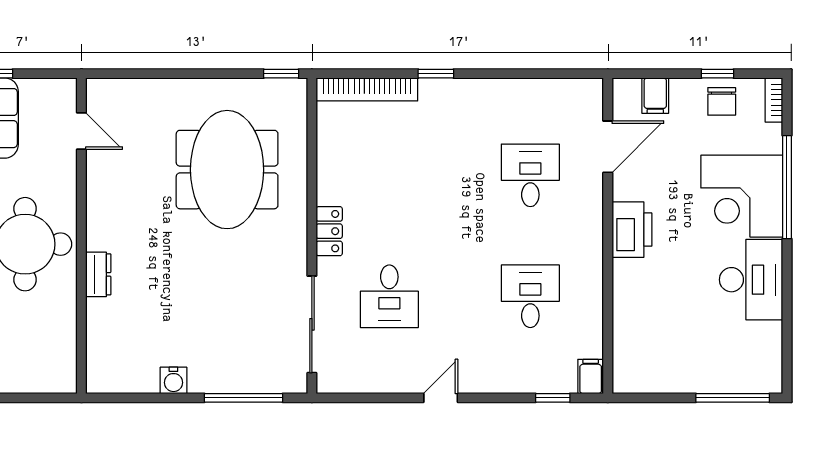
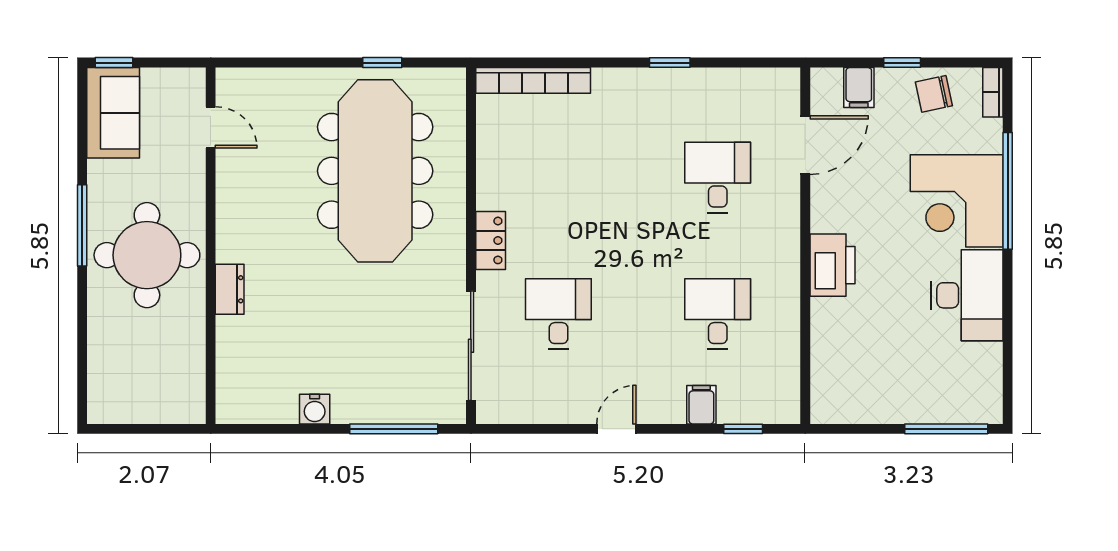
window: (281, 74) -> (382, 63), moved
window: (436, 74) -> (670, 63), moved
window: (718, 74) -> (902, 63), moved
chair: (722, 101) -> (934, 94), turned 78
meeting table: (227, 170) -> (375, 171), width x1.36
printer: (632, 230) -> (832, 265), moved
desk: (389, 296) -> (558, 314), turned 180
filing cabinet: (591, 377) -> (701, 405), moved

